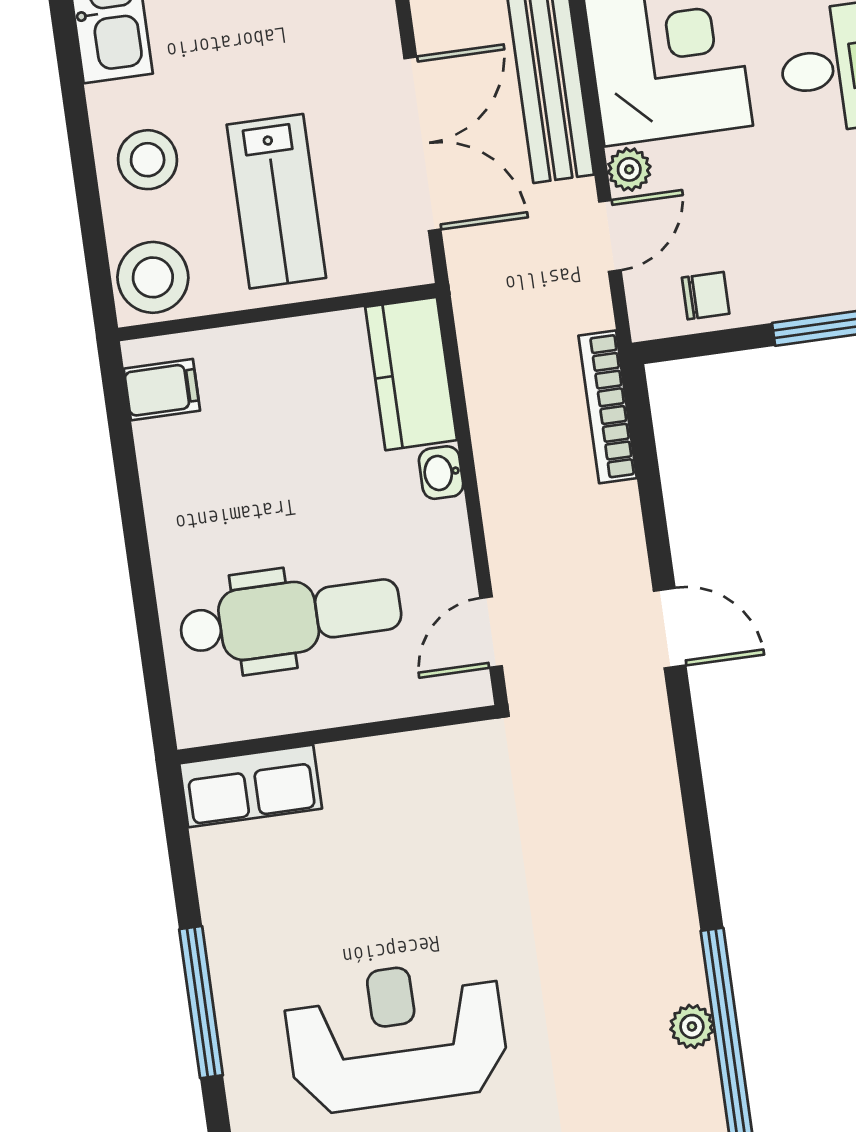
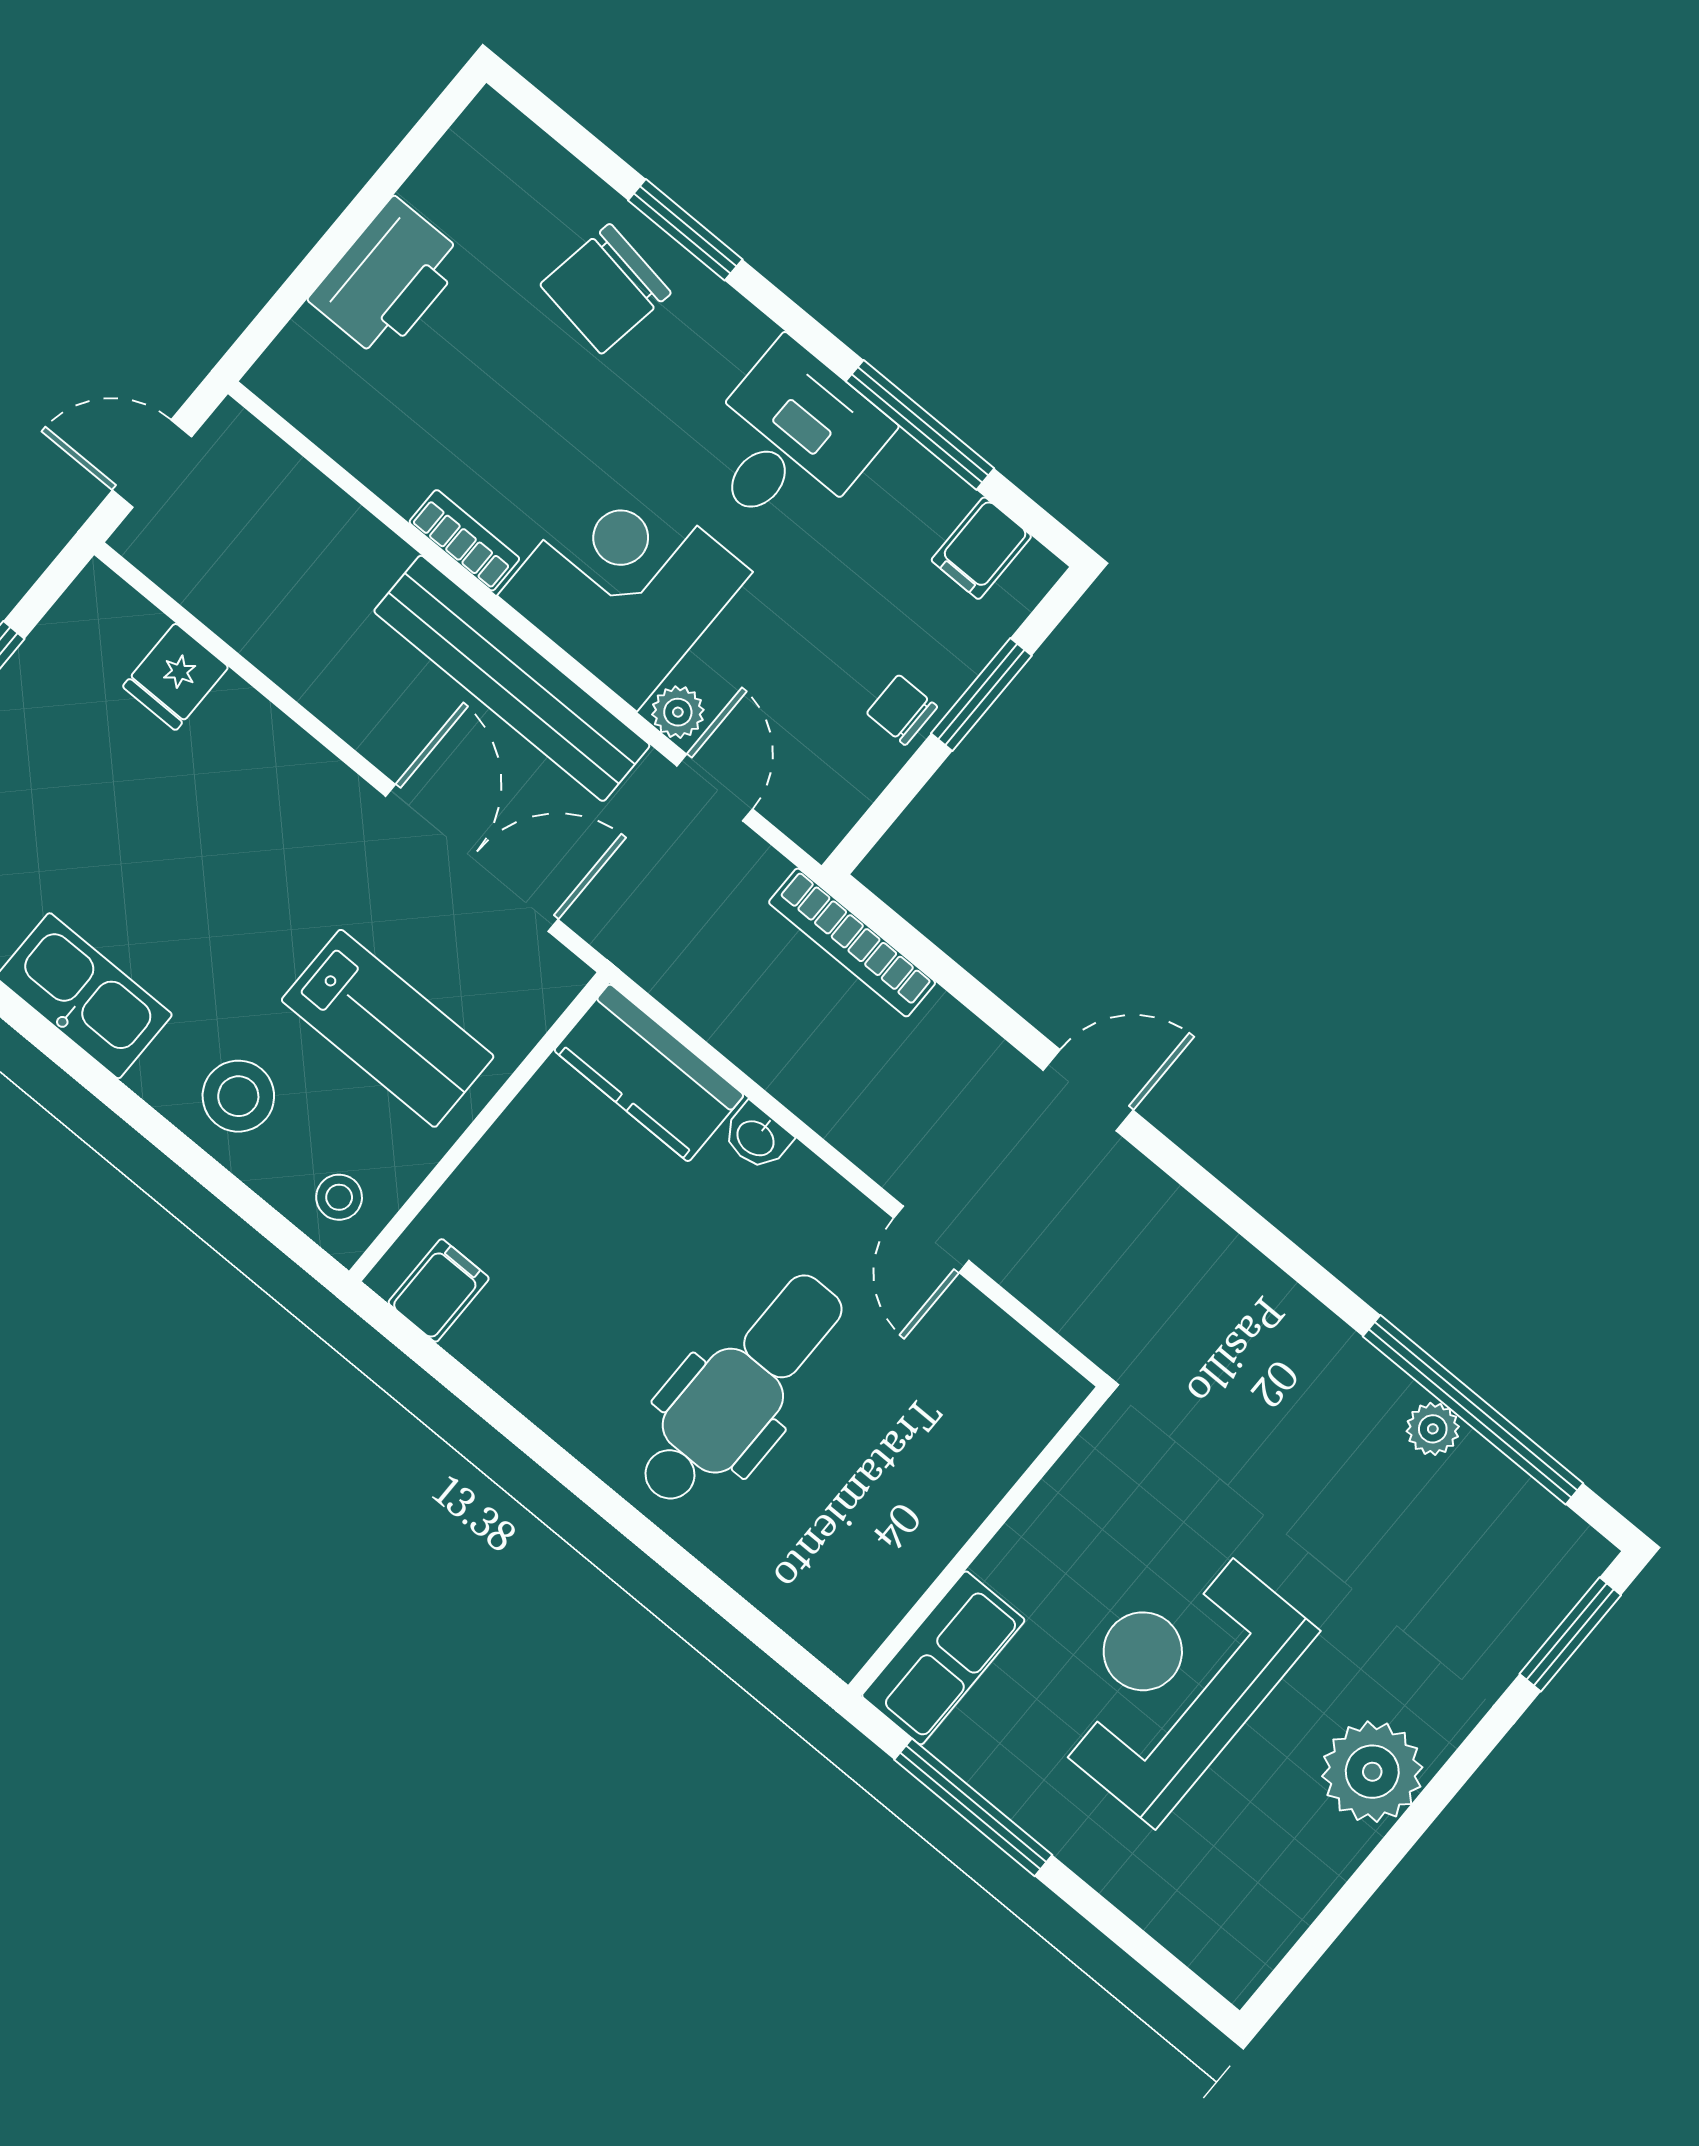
stool: (153, 277) -> (339, 1197), width x0.53, depth x0.53
chair: (706, 296) -> (902, 710), moved, turned -90
wall: (337, 734) -> (978, 1541), moved
row of seats: (251, 786) -> (943, 1658), moved

